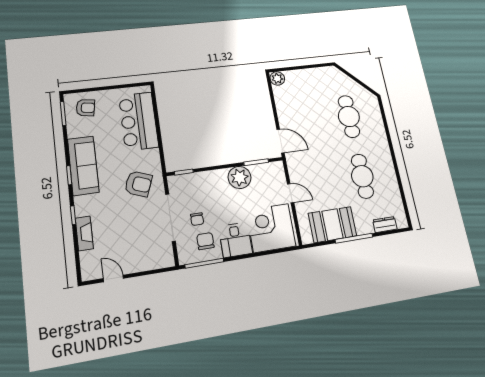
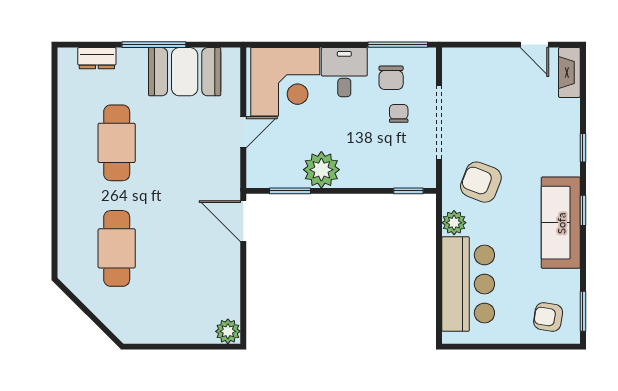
plant: (152, 157) -> (454, 223), added
door: (291, 193) -> (243, 132), swing flipped
fireplace: (84, 233) -> (569, 73), moved

